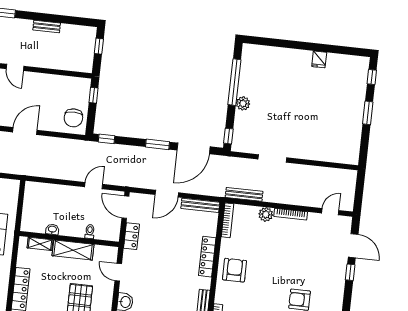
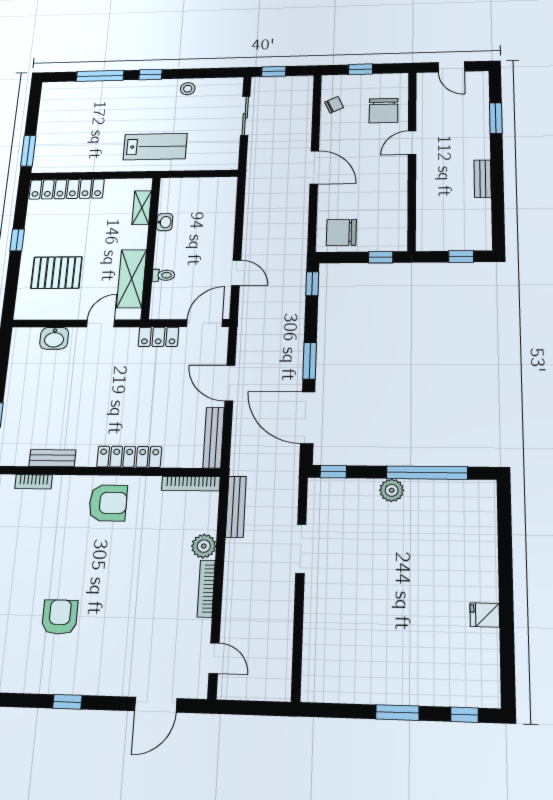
shelving: (73, 250) -> (132, 279), moved
window: (350, 272) -> (67, 702), moved

